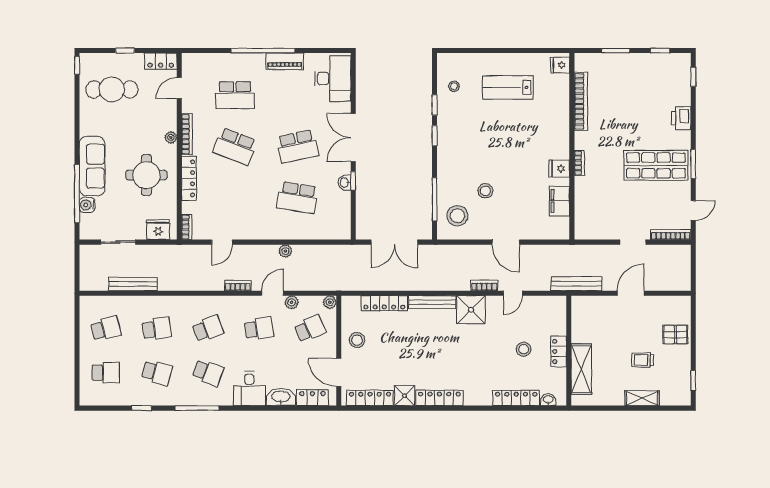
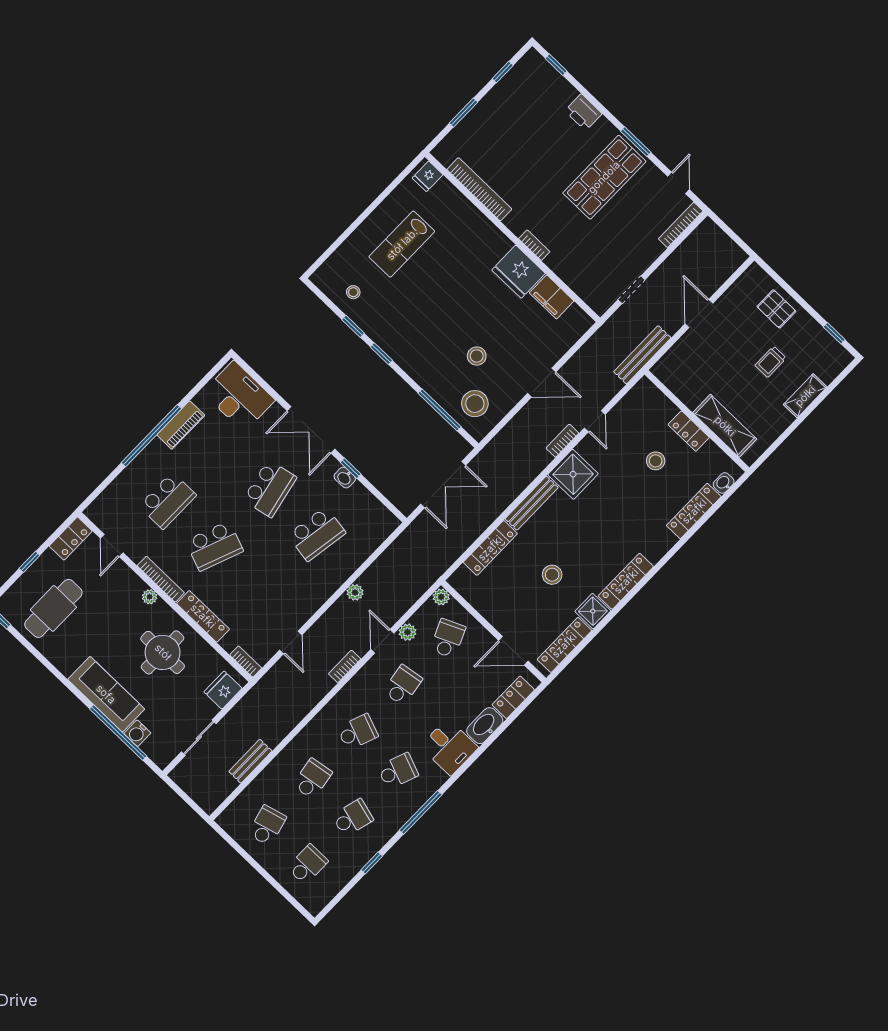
fridge: (559, 168) -> (519, 272), width x1.88, depth x1.34
doorway: (633, 242) -> (631, 290), moved
bench: (133, 284) -> (250, 761), width x0.73
school desk: (208, 329) -> (358, 732), turned 42
pallet: (675, 334) -> (776, 309), turned 90
stool: (357, 340) -> (552, 575), moved

